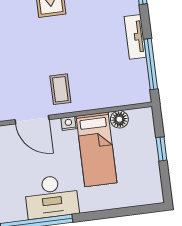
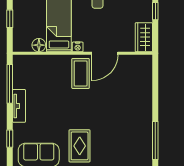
coffee table: (60, 89) -> (81, 73), width x1.36, depth x1.30
door: (32, 120) -> (105, 53), swing flipped

